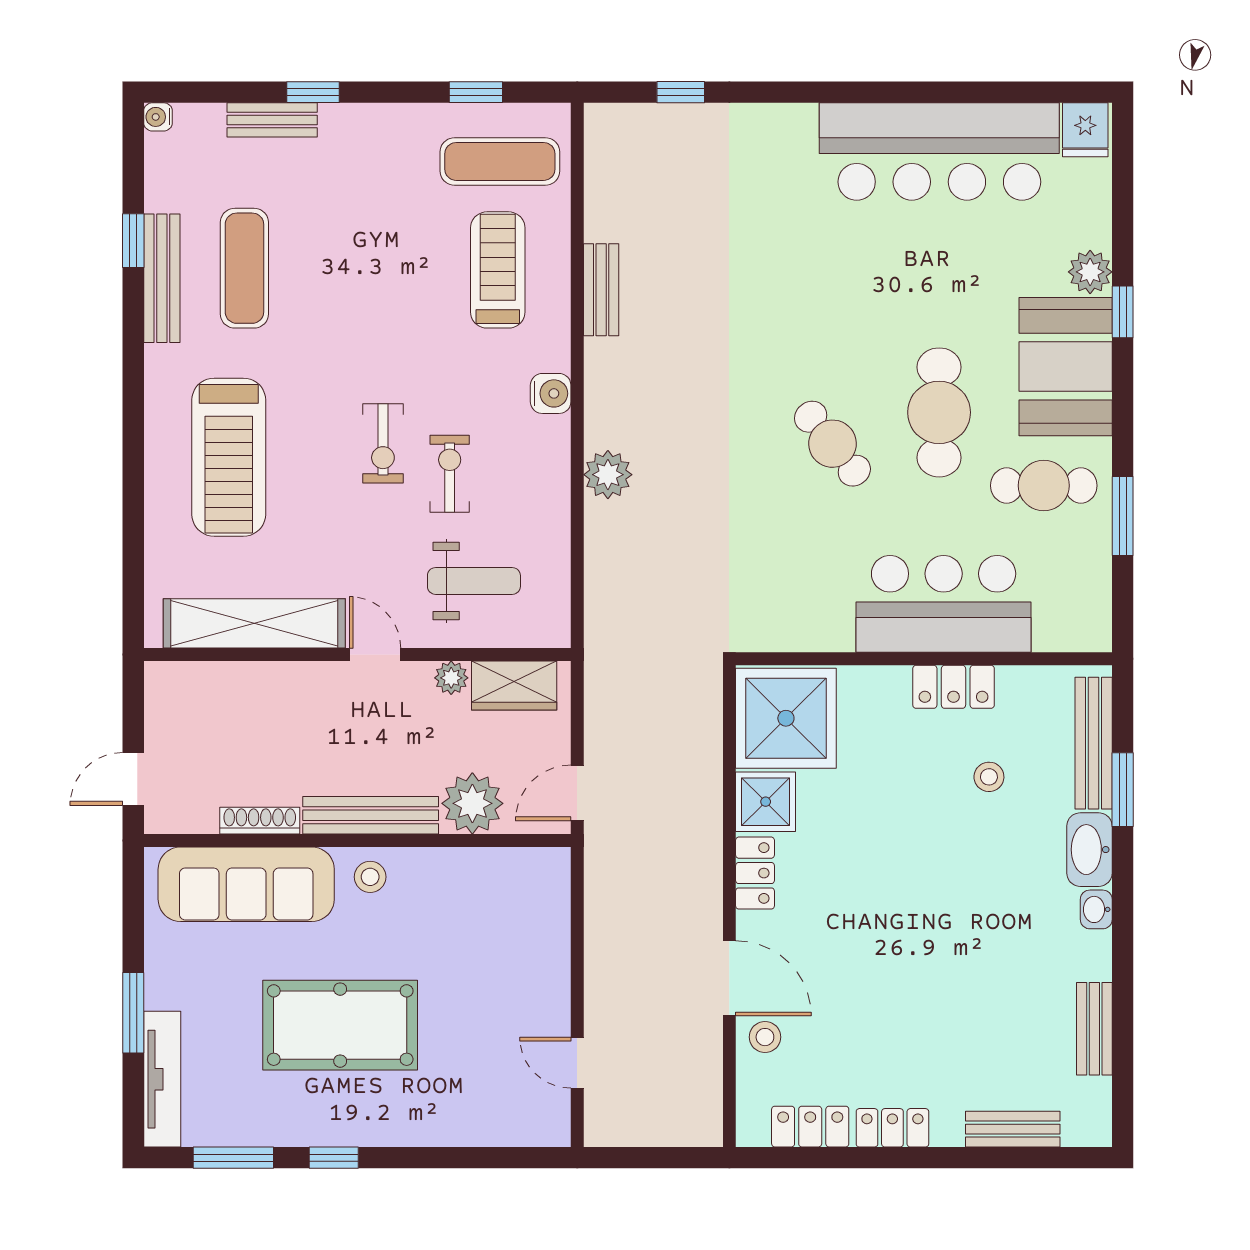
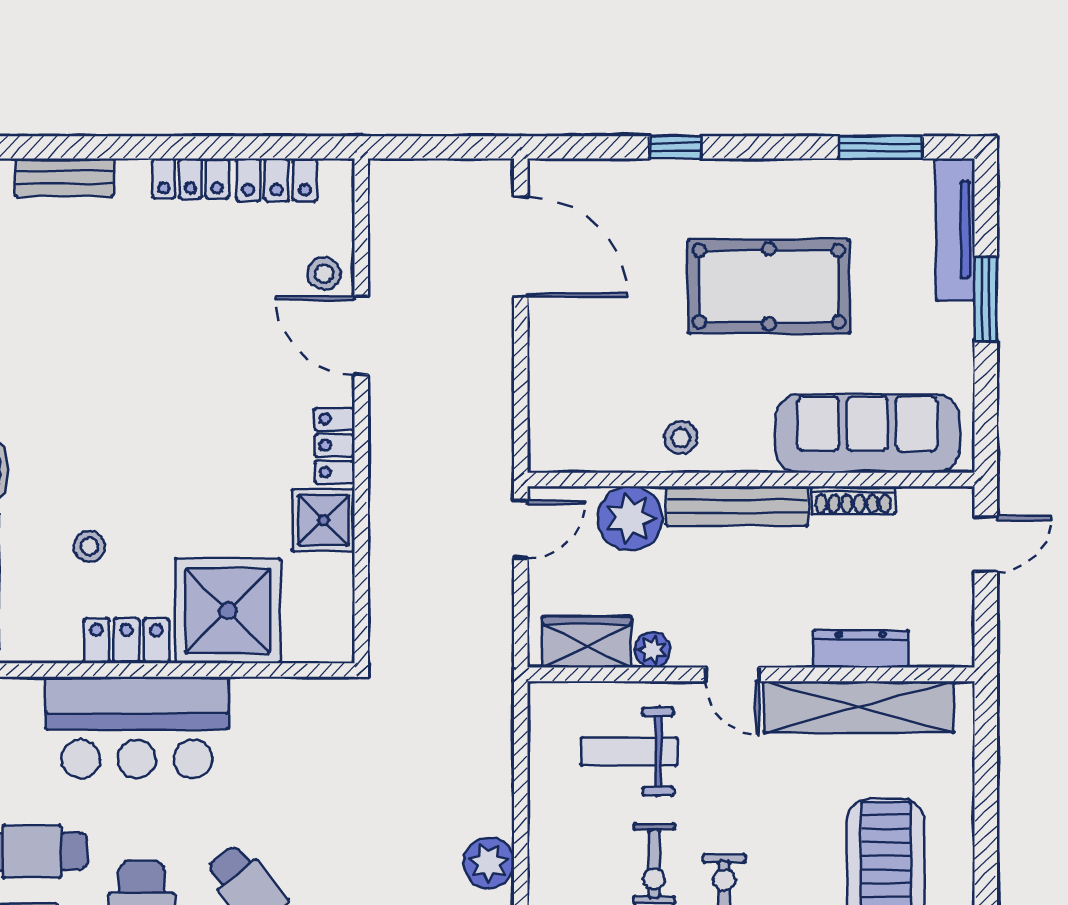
dresser: (253, 679) -> (861, 649), added
shower: (786, 718) -> (228, 611), moved
stool: (370, 877) -> (681, 437), moved
door: (577, 1063) -> (521, 247), width x1.87
window: (334, 1158) -> (675, 147), moved

